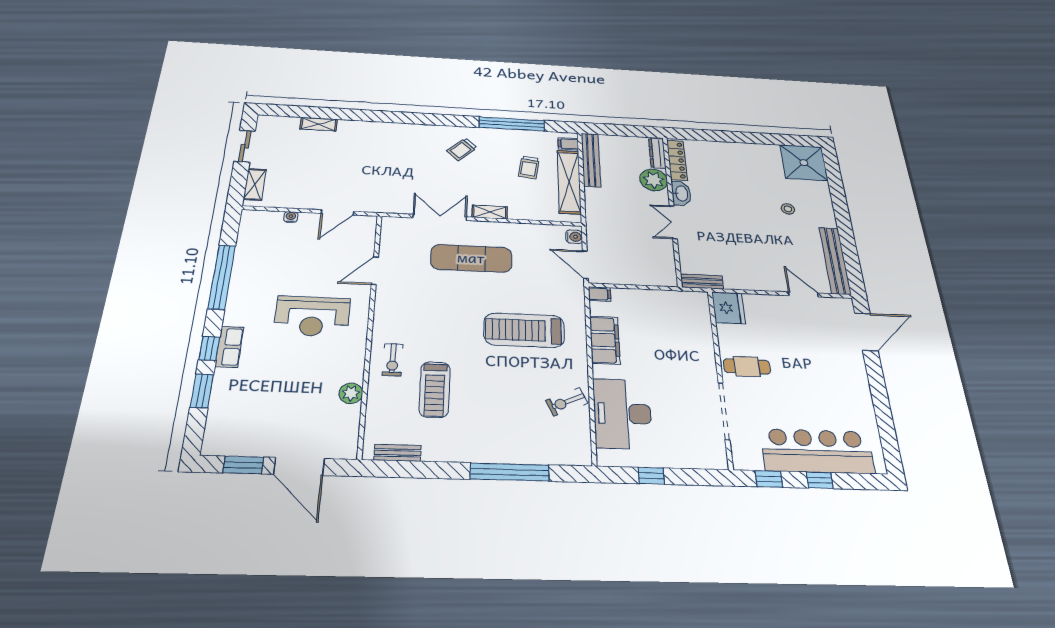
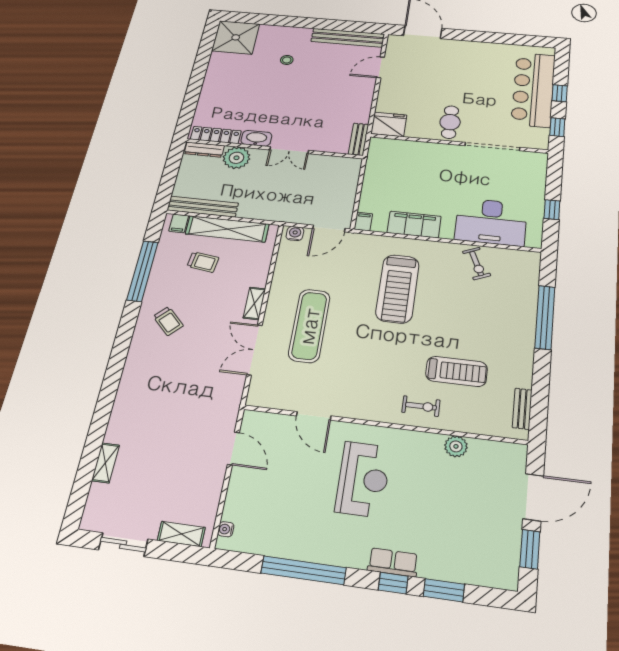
water cooler: (291, 217) -> (226, 529), moved

